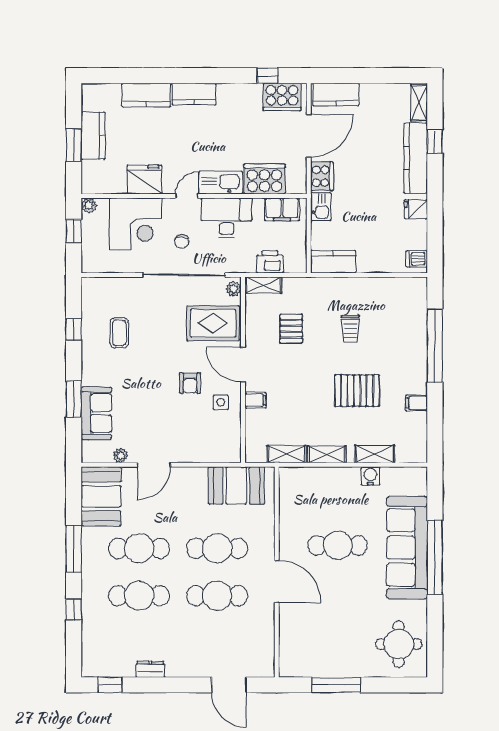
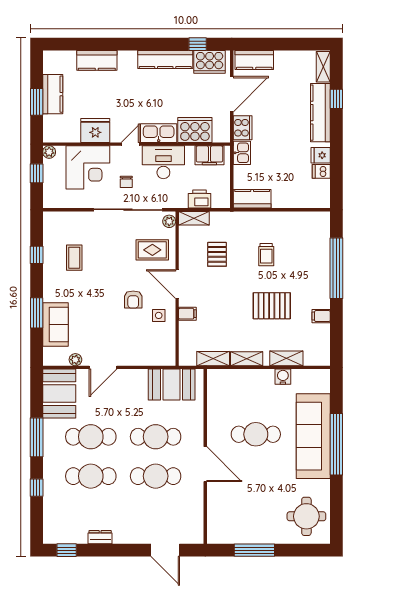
kitchen counter: (194, 94) -> (165, 60), moved, width x1.50
dishwasher: (417, 259) -> (321, 171), moved
rug: (213, 323) -> (152, 250), width x0.73, depth x0.70

